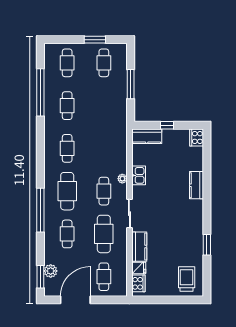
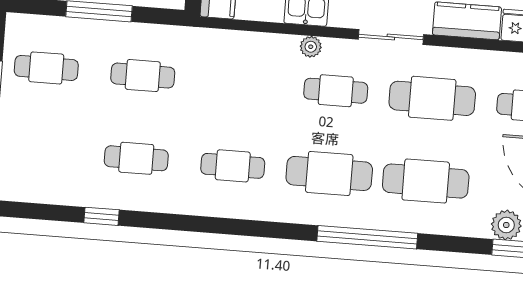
cafe table: (67, 63) -> (143, 76), moved
window: (40, 92) -> (102, 216), width x0.32
cafe table: (67, 234) -> (426, 181), width x1.37, depth x1.35

